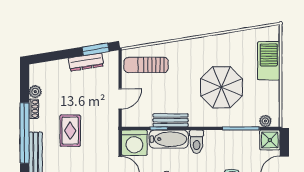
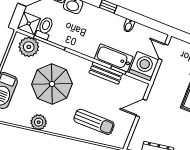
plant: (220, 43) -> (39, 122), added
sun lounger: (146, 65) -> (94, 122), moved
plant: (265, 121) -> (29, 47), width x1.88, depth x1.88
toilet: (197, 142) -> (45, 28), moved

